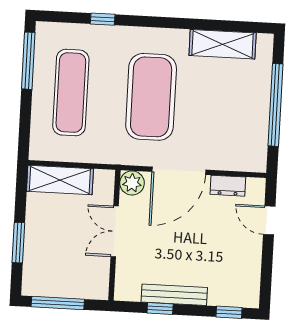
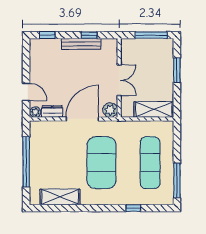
plant: (256, 186) -> (35, 112), added

